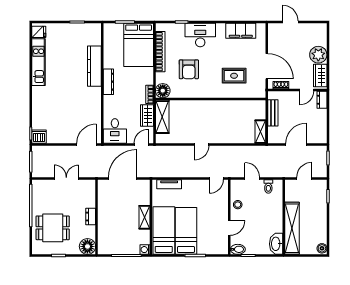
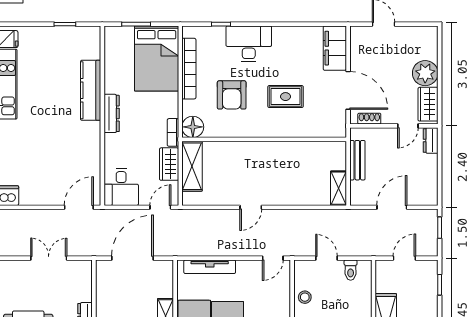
filing cabinet: (241, 31) -> (335, 48), moved, turned 90
rug: (234, 76) -> (286, 97), moved
tv unit: (169, 184) -> (210, 267), width x1.41

